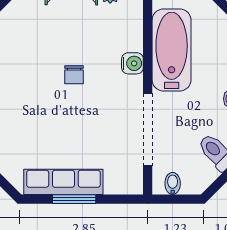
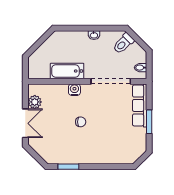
bathtub: (172, 50) -> (67, 71), width x0.73, depth x0.73
row of seats: (63, 182) -> (140, 105), moved

